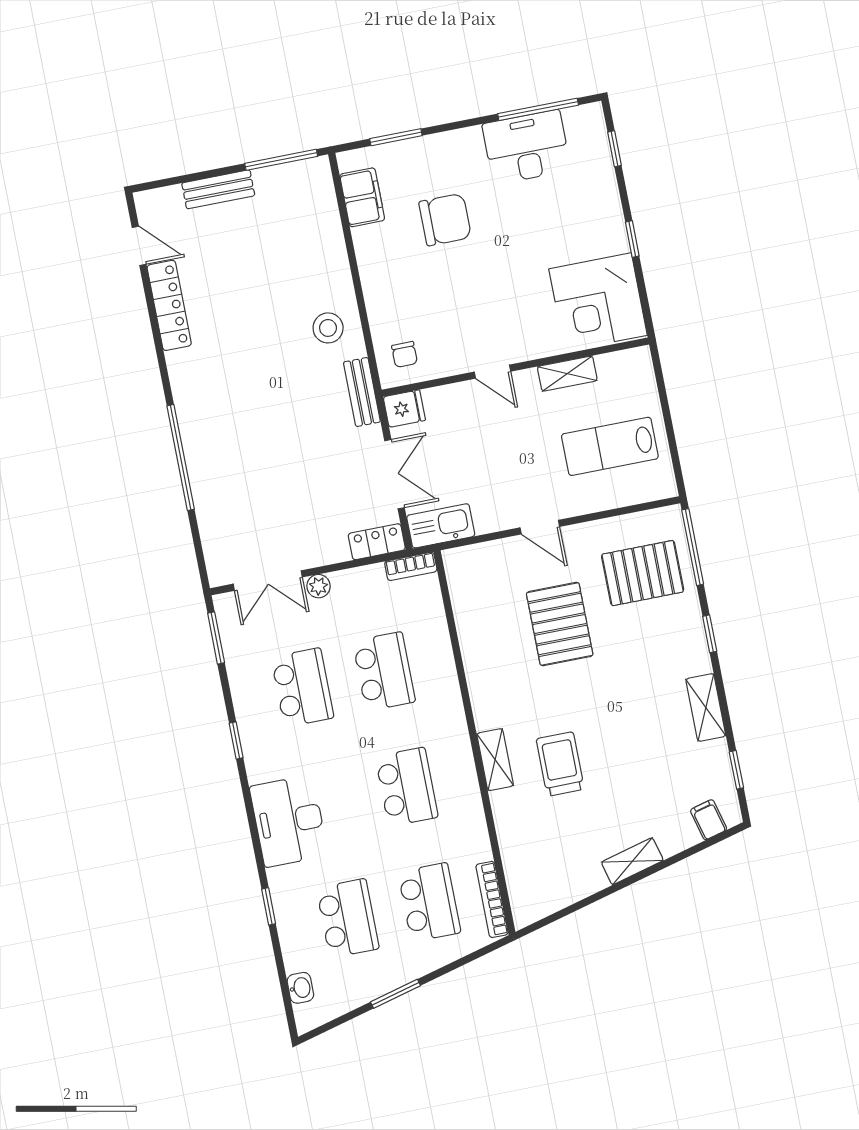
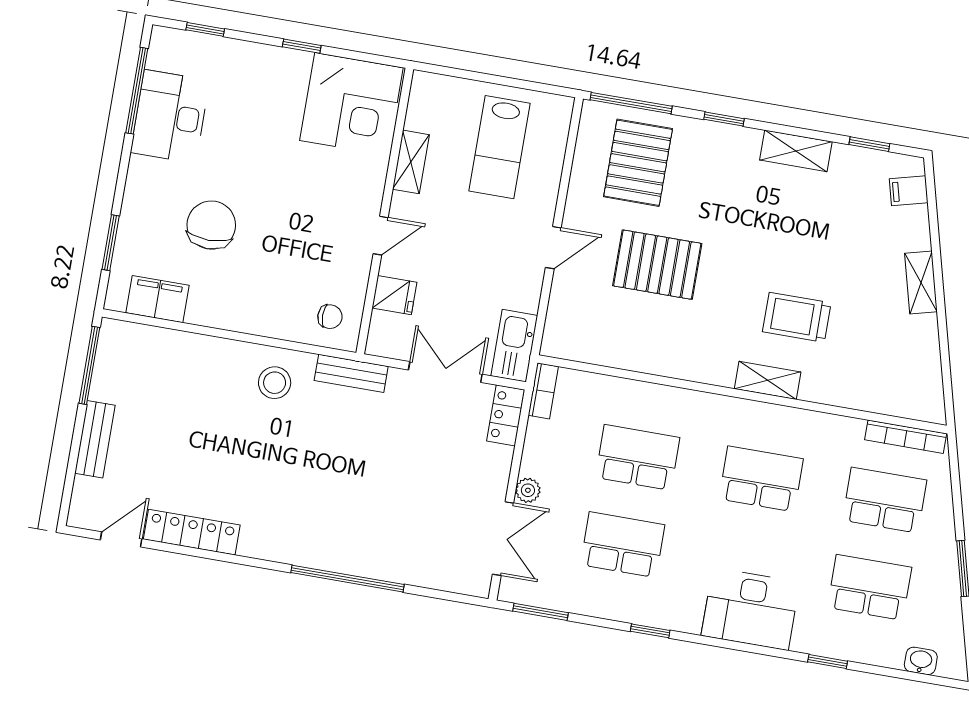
fridge: (404, 409) -> (394, 295), moved, turned 90

